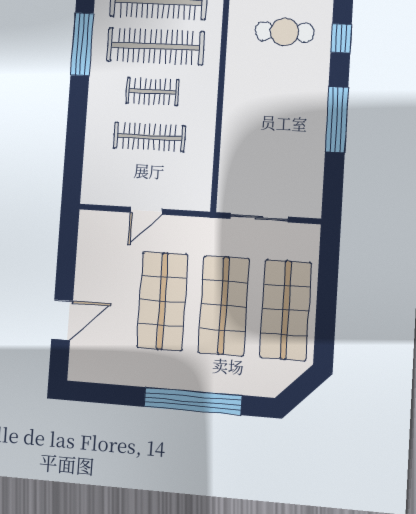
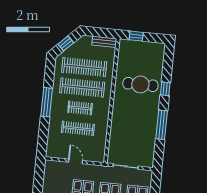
cafe table: (285, 32) -> (140, 84), width x1.37, depth x1.35
window: (82, 44) -> (47, 102), moved
door: (146, 211) -> (76, 161), swing flipped

